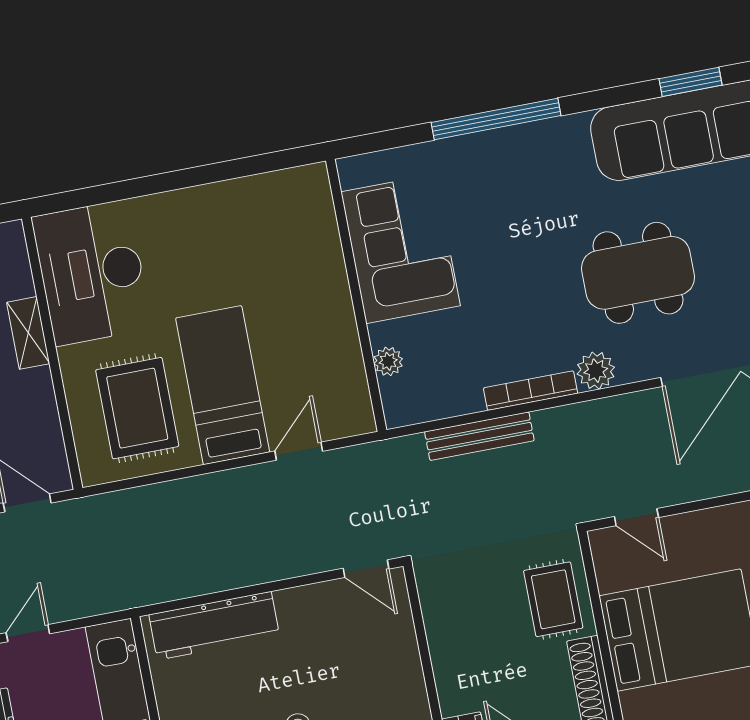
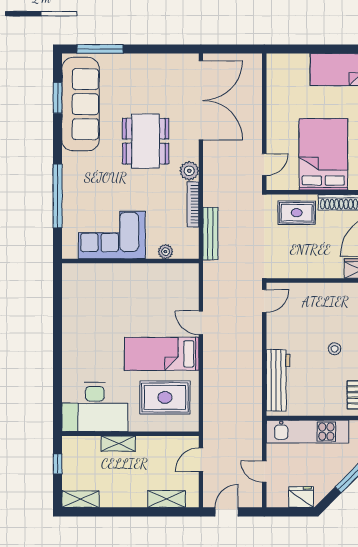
corner sofa: (401, 249) -> (112, 235), moved
wall: (356, 295) -> (130, 261), moved
plant: (388, 361) -> (165, 252), moved

